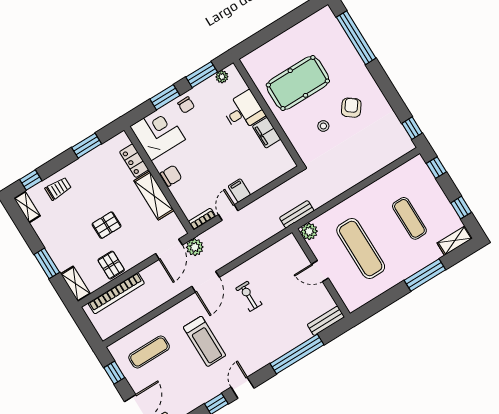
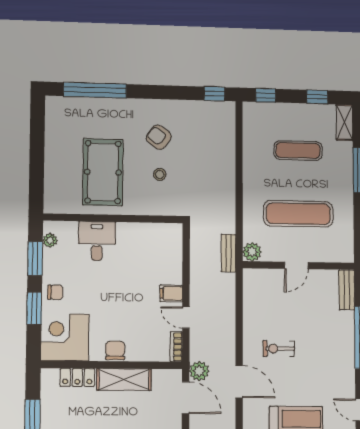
filing cabinet: (267, 133) -> (132, 232), removed

